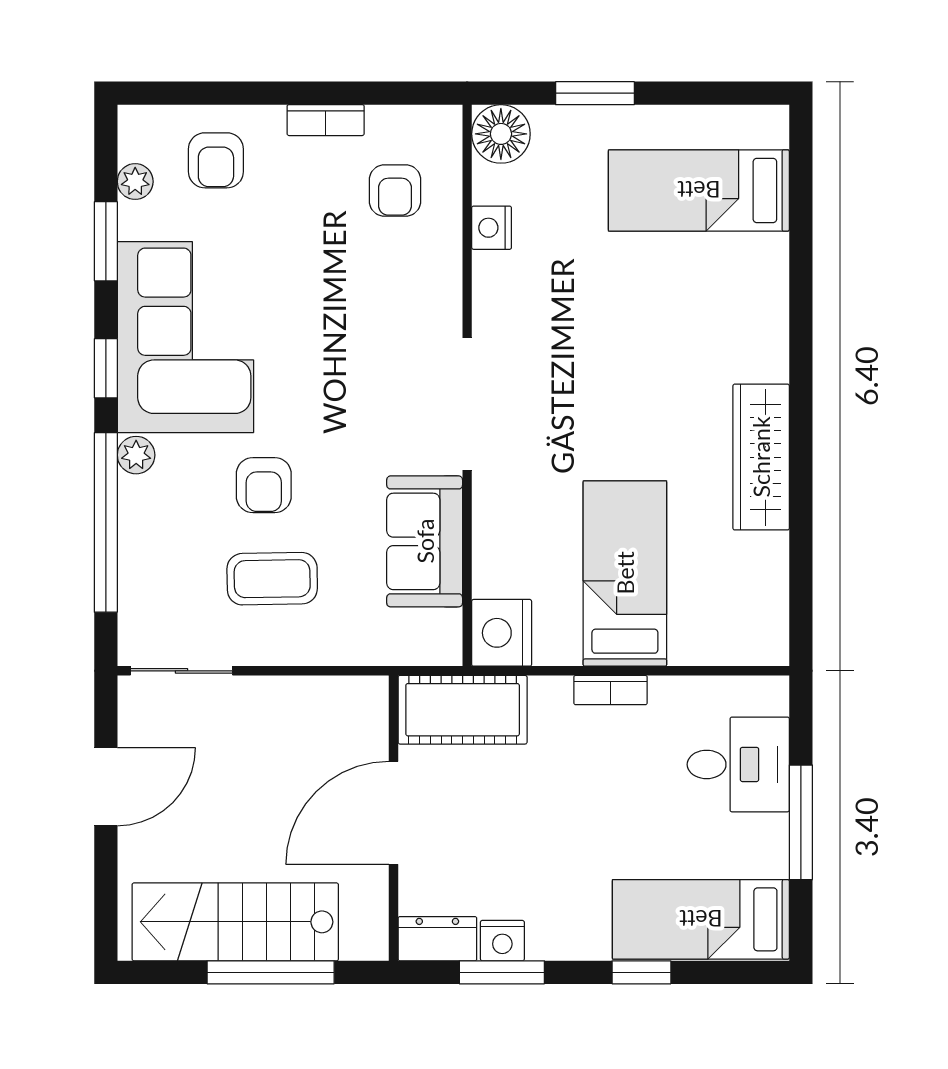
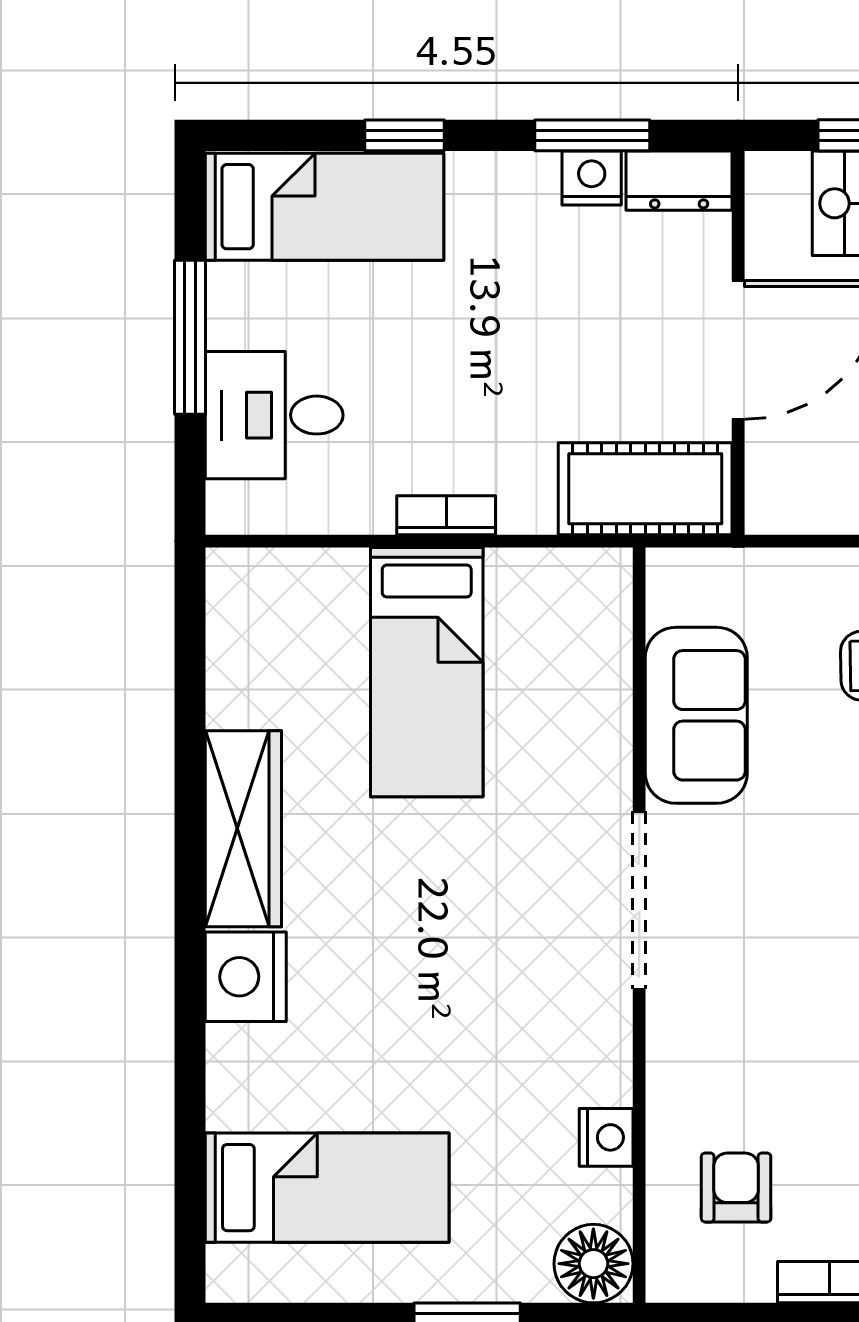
nightstand: (502, 633) -> (246, 977), moved, turned 180

